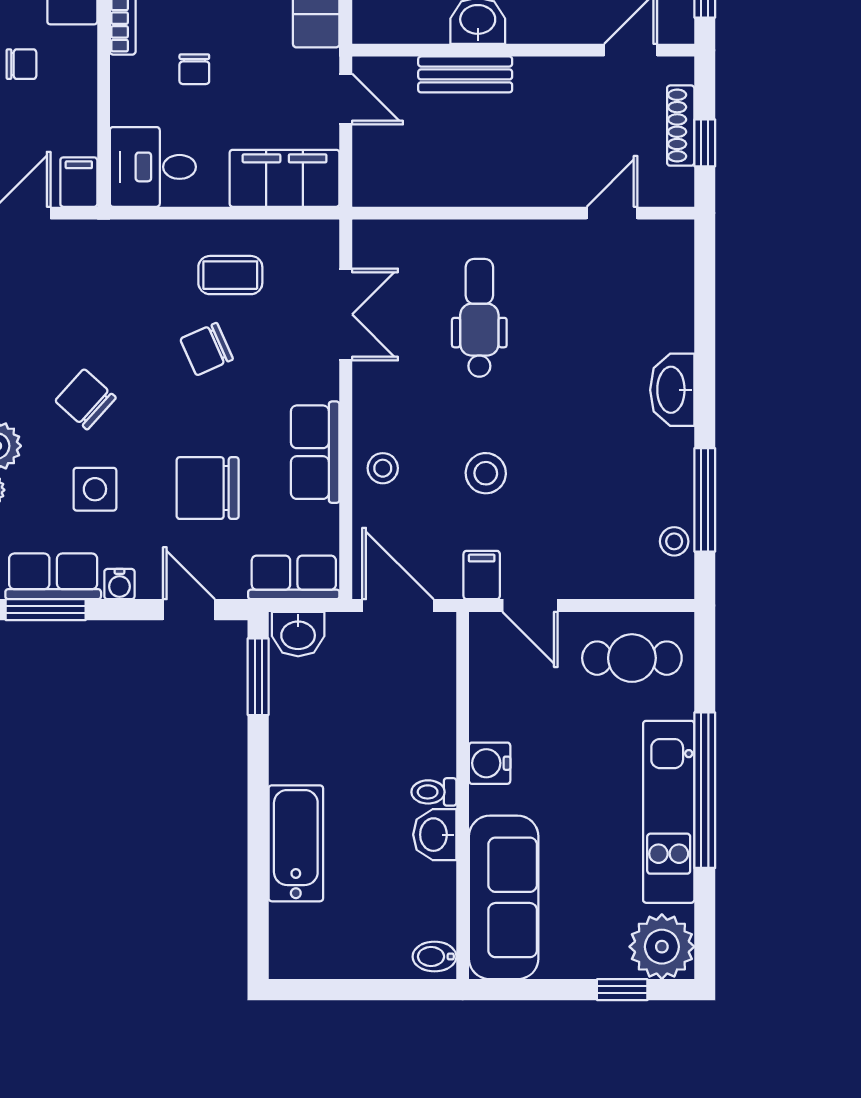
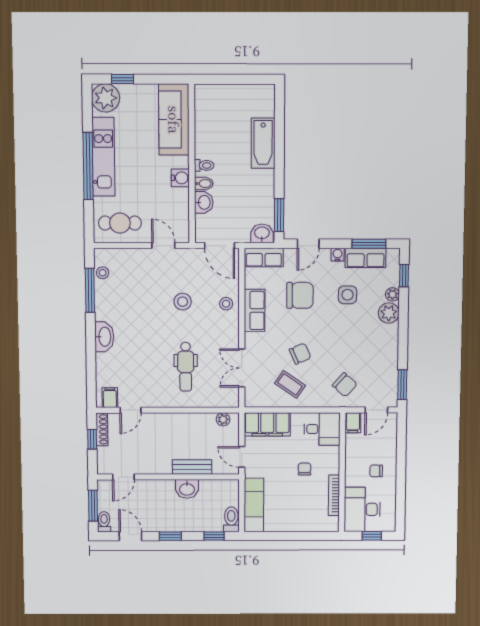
shoe rack: (681, 126) -> (102, 429), moved
plant: (390, 191) -> (223, 419), added
coffee table: (230, 275) -> (290, 384), turned 35
chair: (86, 399) -> (345, 385), moved
filing cabinet: (482, 575) -> (110, 398), moved, turned 180
door: (189, 610) -> (308, 244), hinge flipped
washbasin: (435, 835) -> (204, 202), moved
bidet: (434, 957) -> (204, 184), moved

